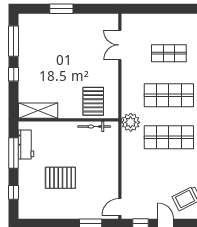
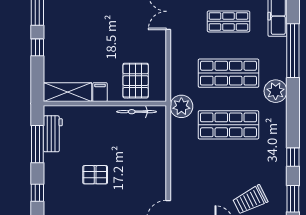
filing cabinet: (64, 111) -> (100, 92), added
pallet: (60, 178) -> (95, 175), width x0.67, depth x0.71

